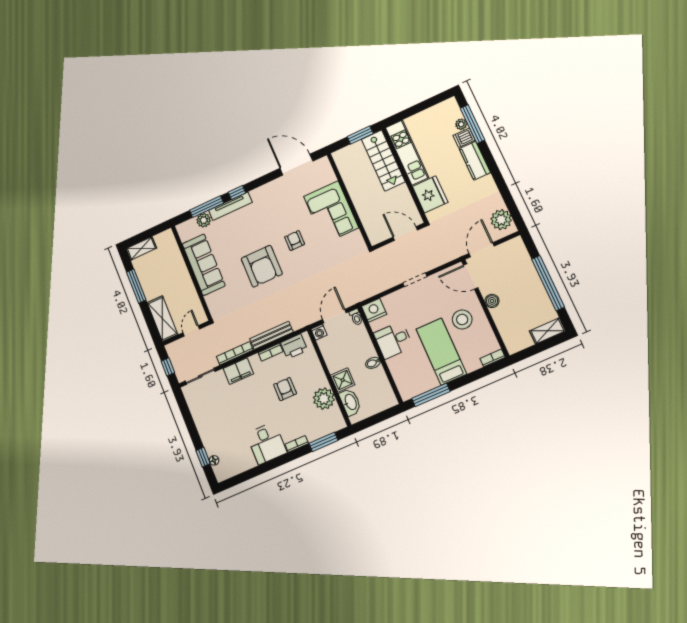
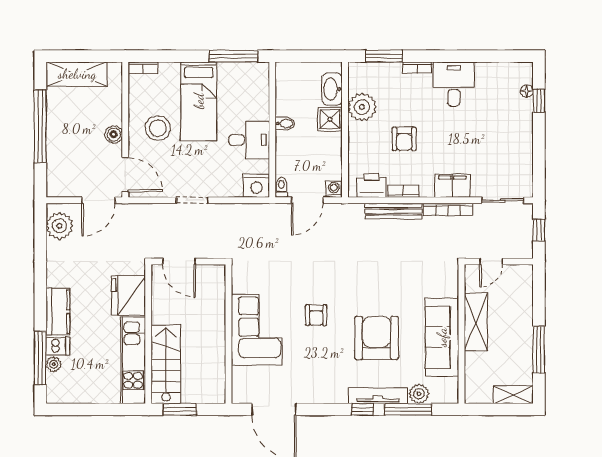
armchair: (262, 266) -> (377, 338), moved
shelving: (162, 319) -> (476, 322), moved
shelving: (547, 331) -> (77, 74), width x1.50, depth x1.33

